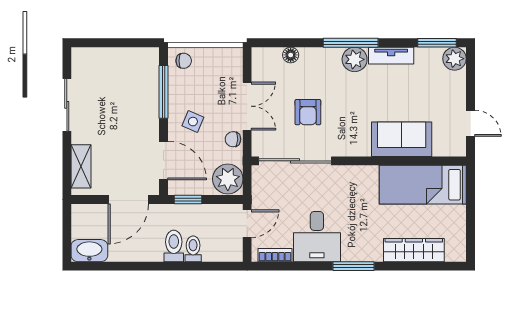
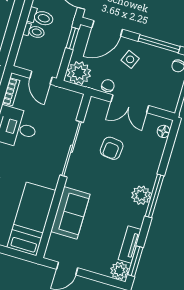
floor lamp: (291, 55) -> (164, 131), moved
tv unit: (391, 56) -> (130, 244), moved
armchair: (308, 112) -> (112, 148), turned -84
sliding door: (295, 161) -> (72, 149), moved

